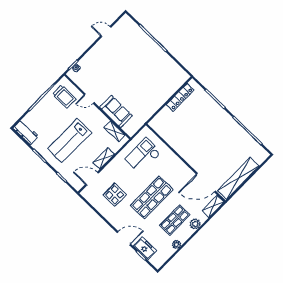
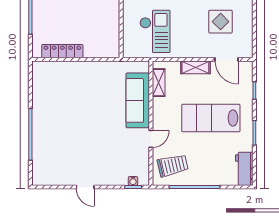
door: (106, 32) -> (85, 187), moved
trolley: (64, 96) -> (173, 165), turned 77
door: (89, 99) -> (151, 139), hinge flipped
sofa: (116, 111) -> (138, 100), width x1.36
lab bench: (69, 141) -> (211, 118), turned 180
checkout: (143, 156) -> (155, 31), turned -90

